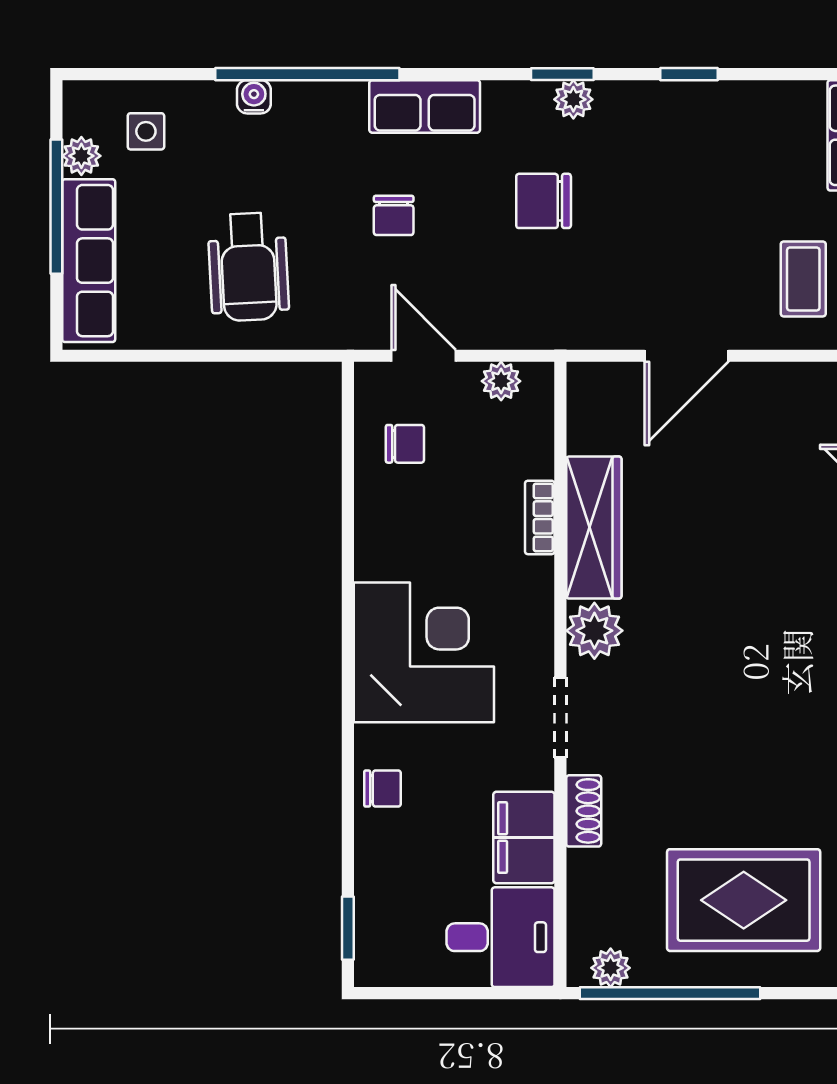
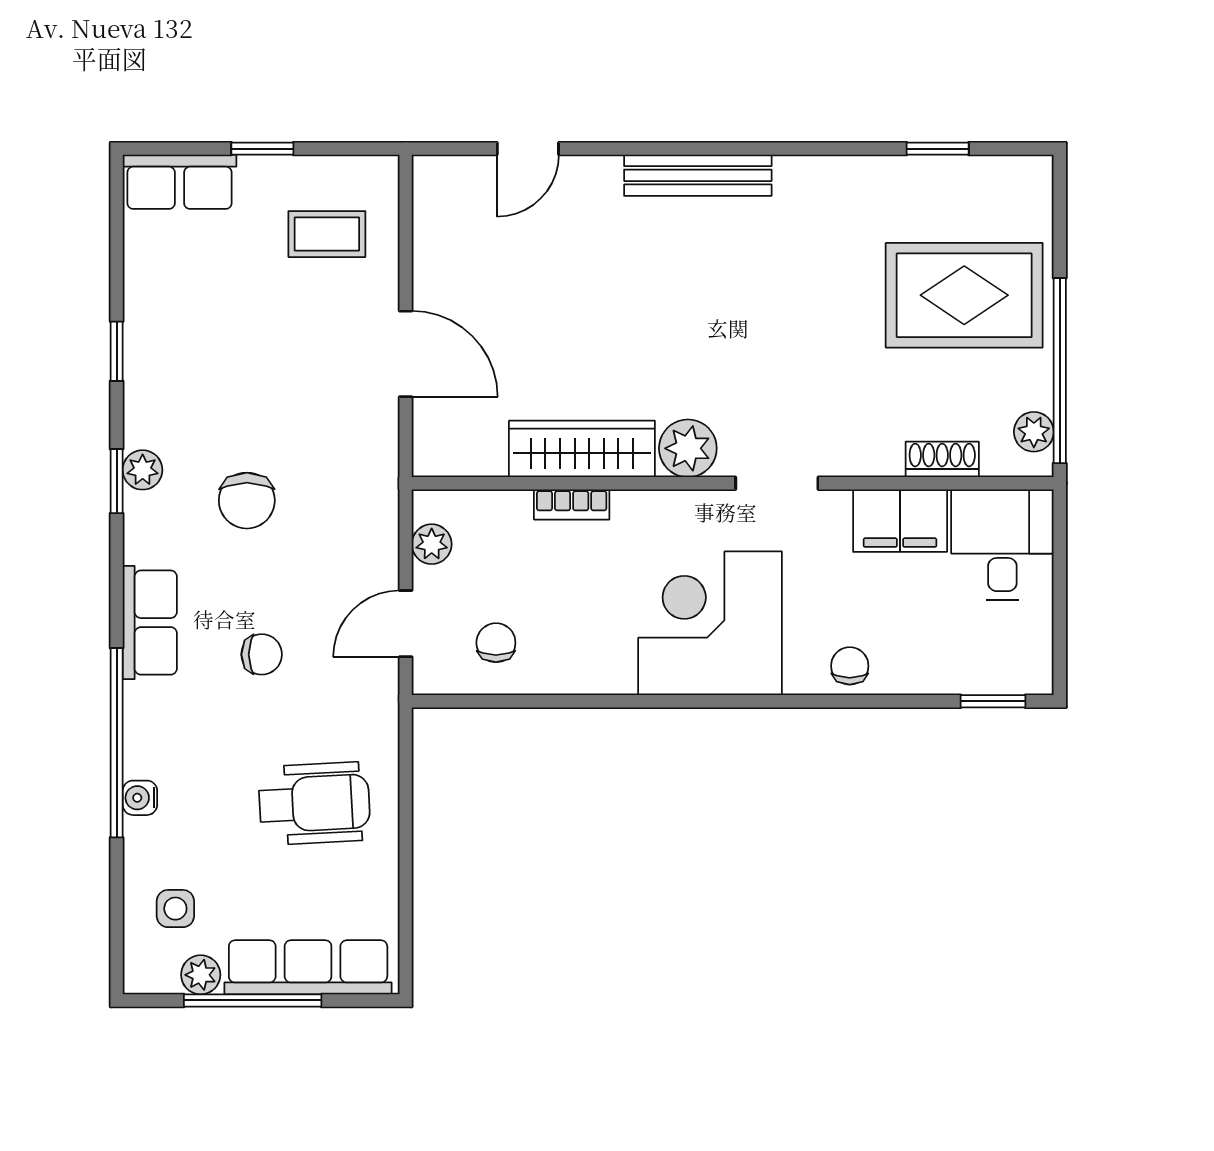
shoe rack: (584, 811) -> (942, 459), moved
rug: (744, 900) -> (964, 295), turned 90

